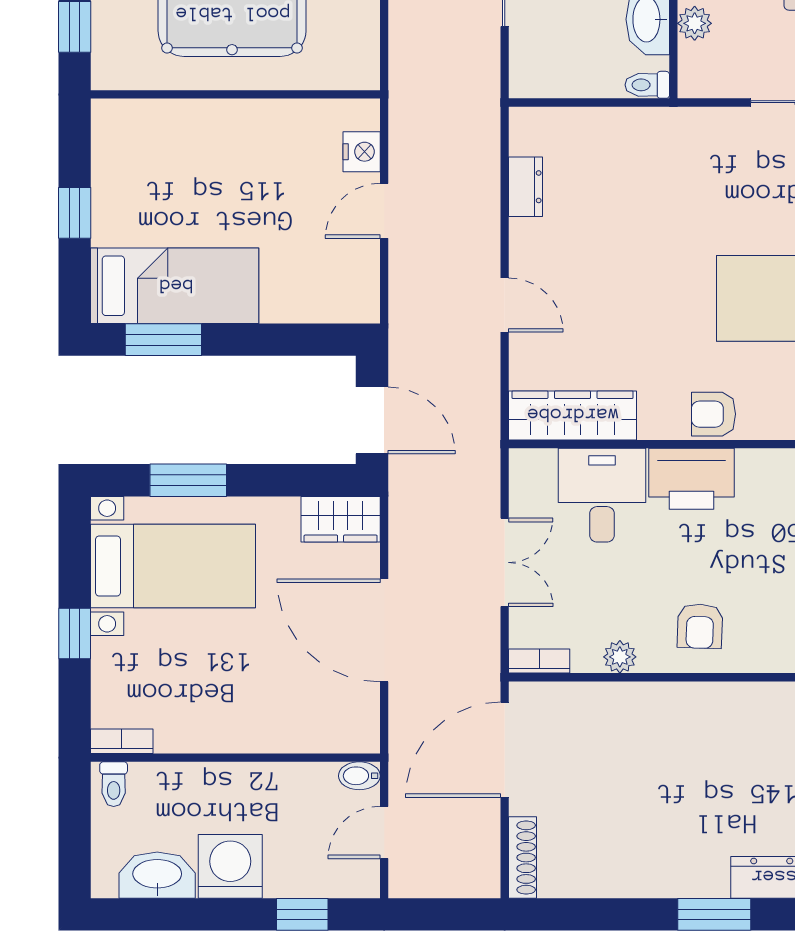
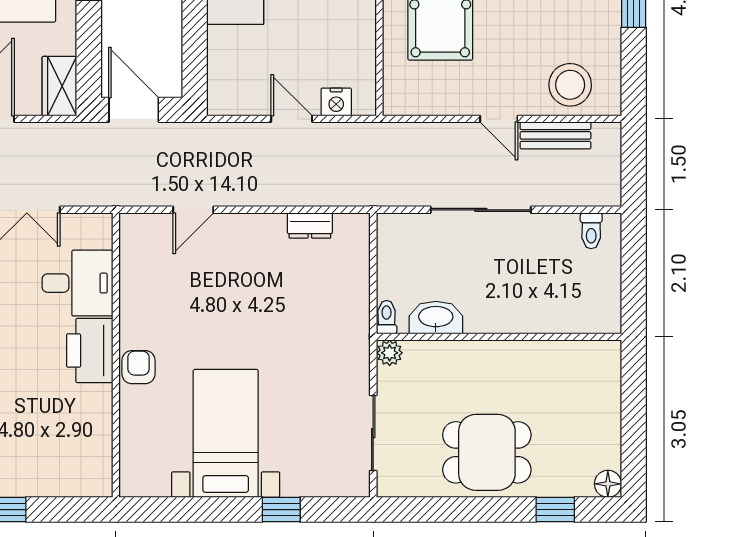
plant: (695, 23) -> (390, 353), moved
door: (505, 305) -> (193, 210), moved
wardrobe: (572, 415) -> (138, 261), removed
door: (372, 420) -> (134, 110), swing flipped

